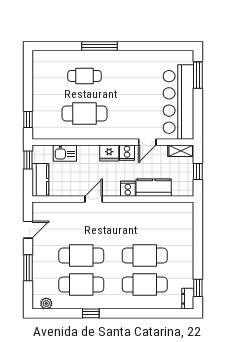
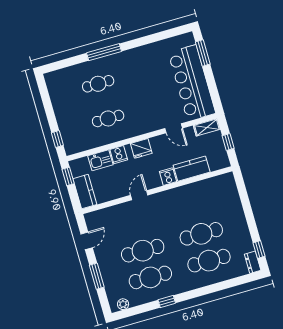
cafe table: (85, 114) -> (108, 118), width x0.73, depth x0.74
door: (147, 142) -> (174, 128), hinge flipped
cooker: (127, 153) -> (119, 155), moved

